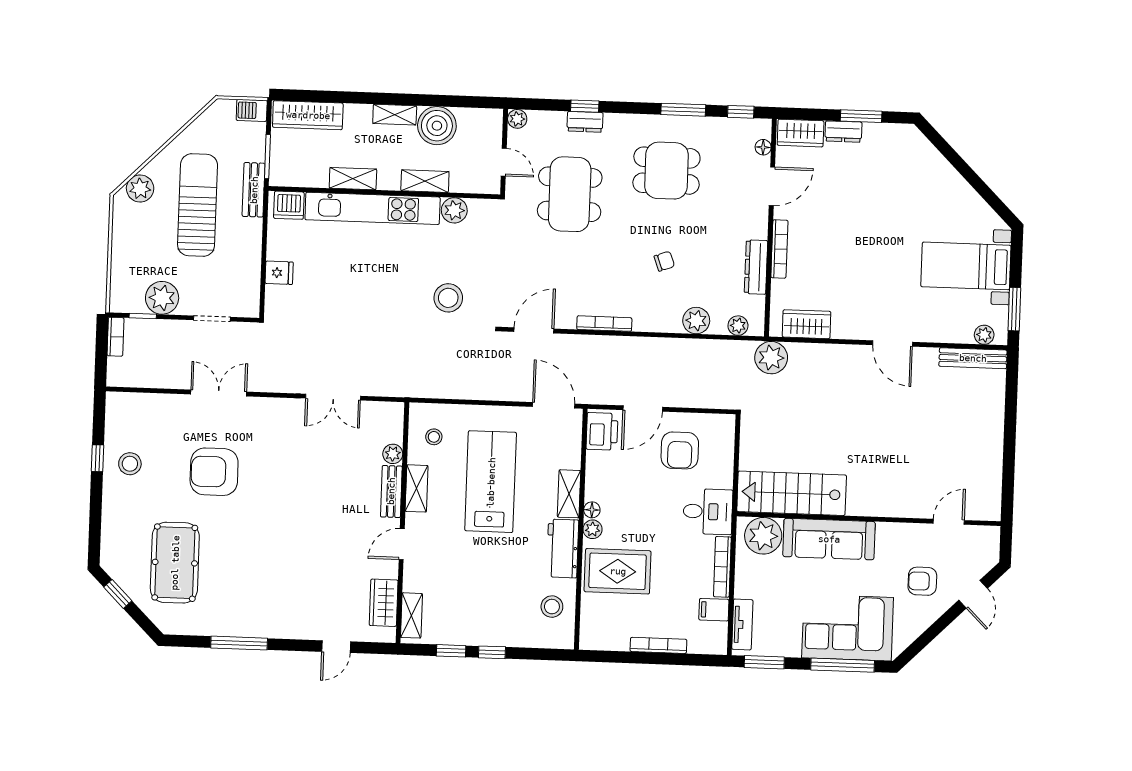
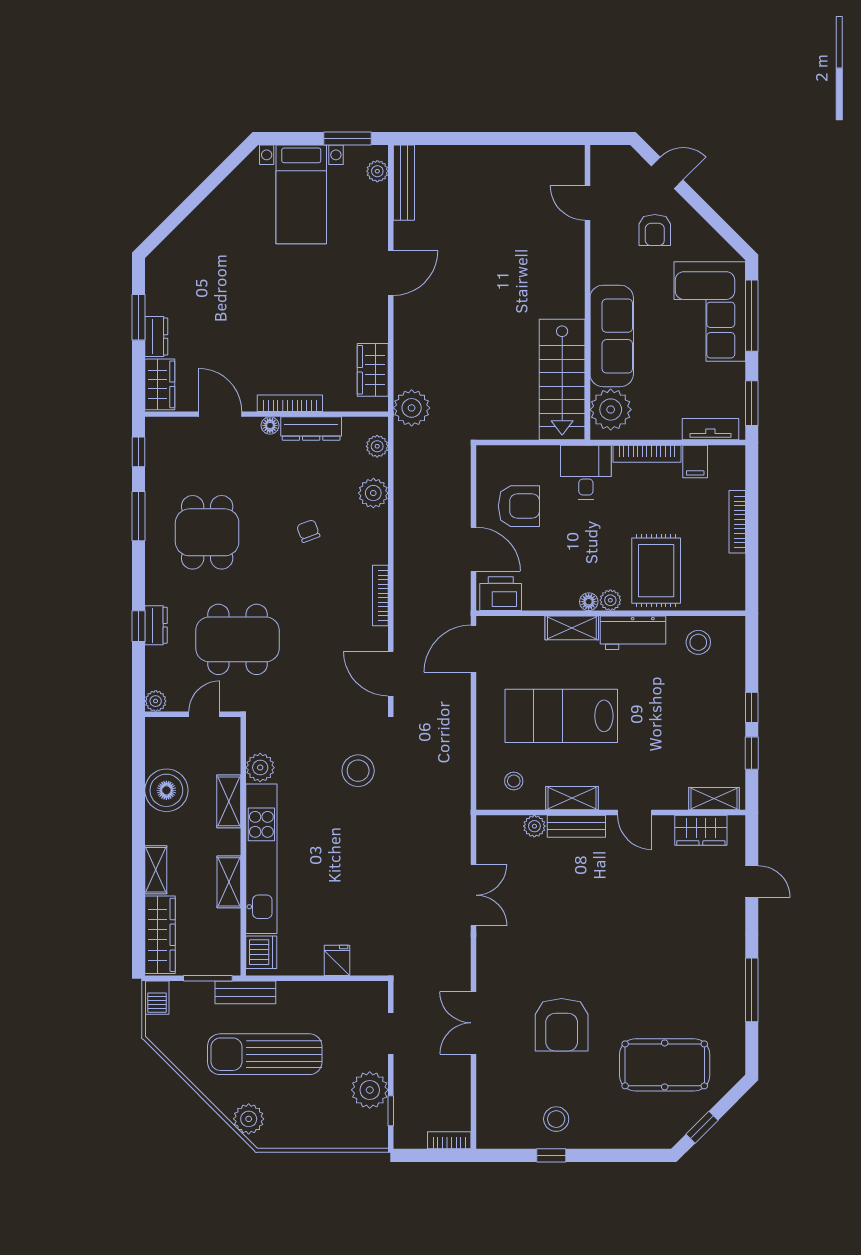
shelving: (395, 115) -> (156, 870), moved
floor lamp: (763, 147) -> (270, 425), moved
bookcase: (116, 337) -> (449, 1140), moved

